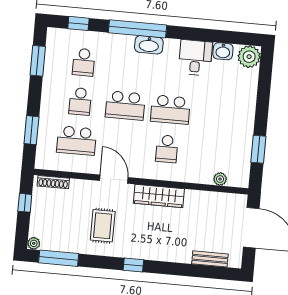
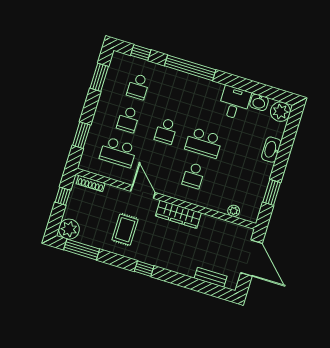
washbasin: (149, 45) -> (271, 150), moved, turned 90
school desk: (125, 106) -> (166, 131), width x0.54
plant: (34, 243) -> (69, 229), width x1.87, depth x1.87

